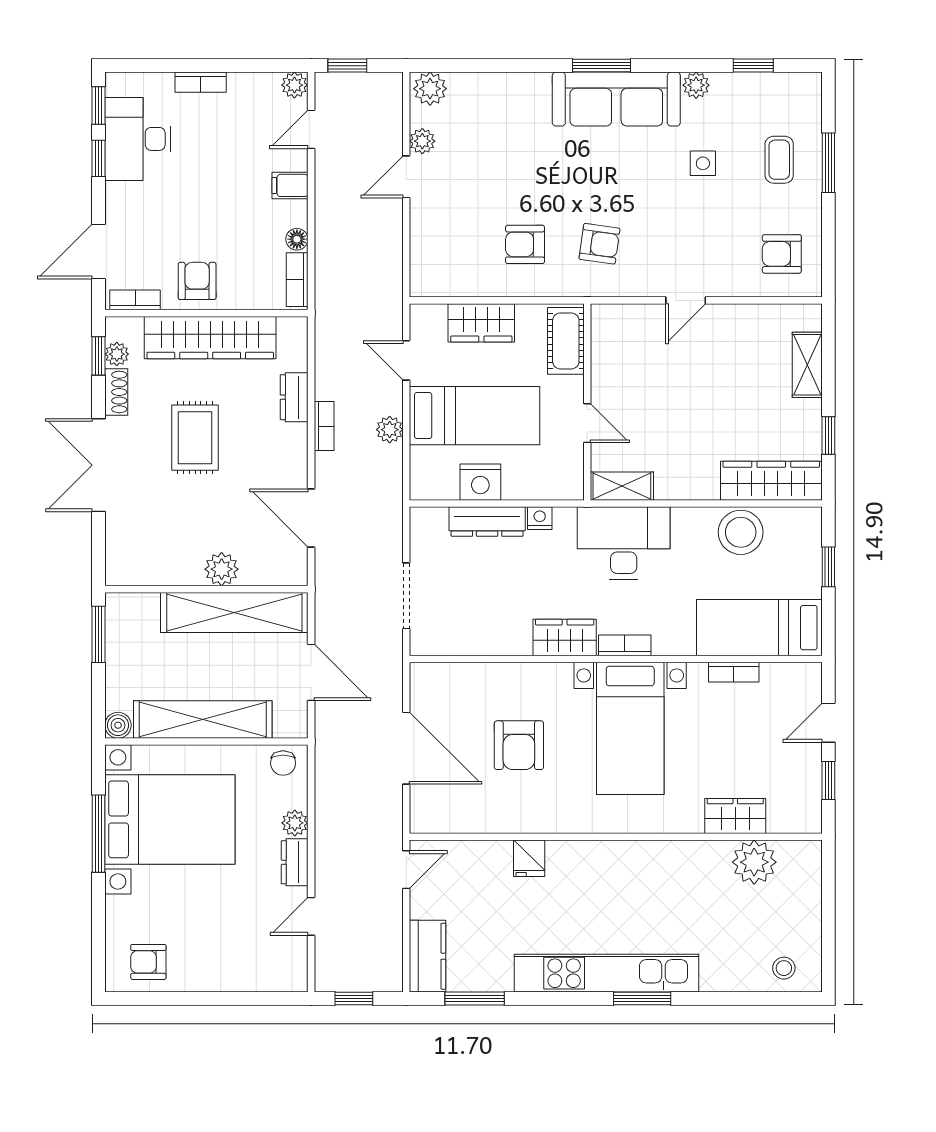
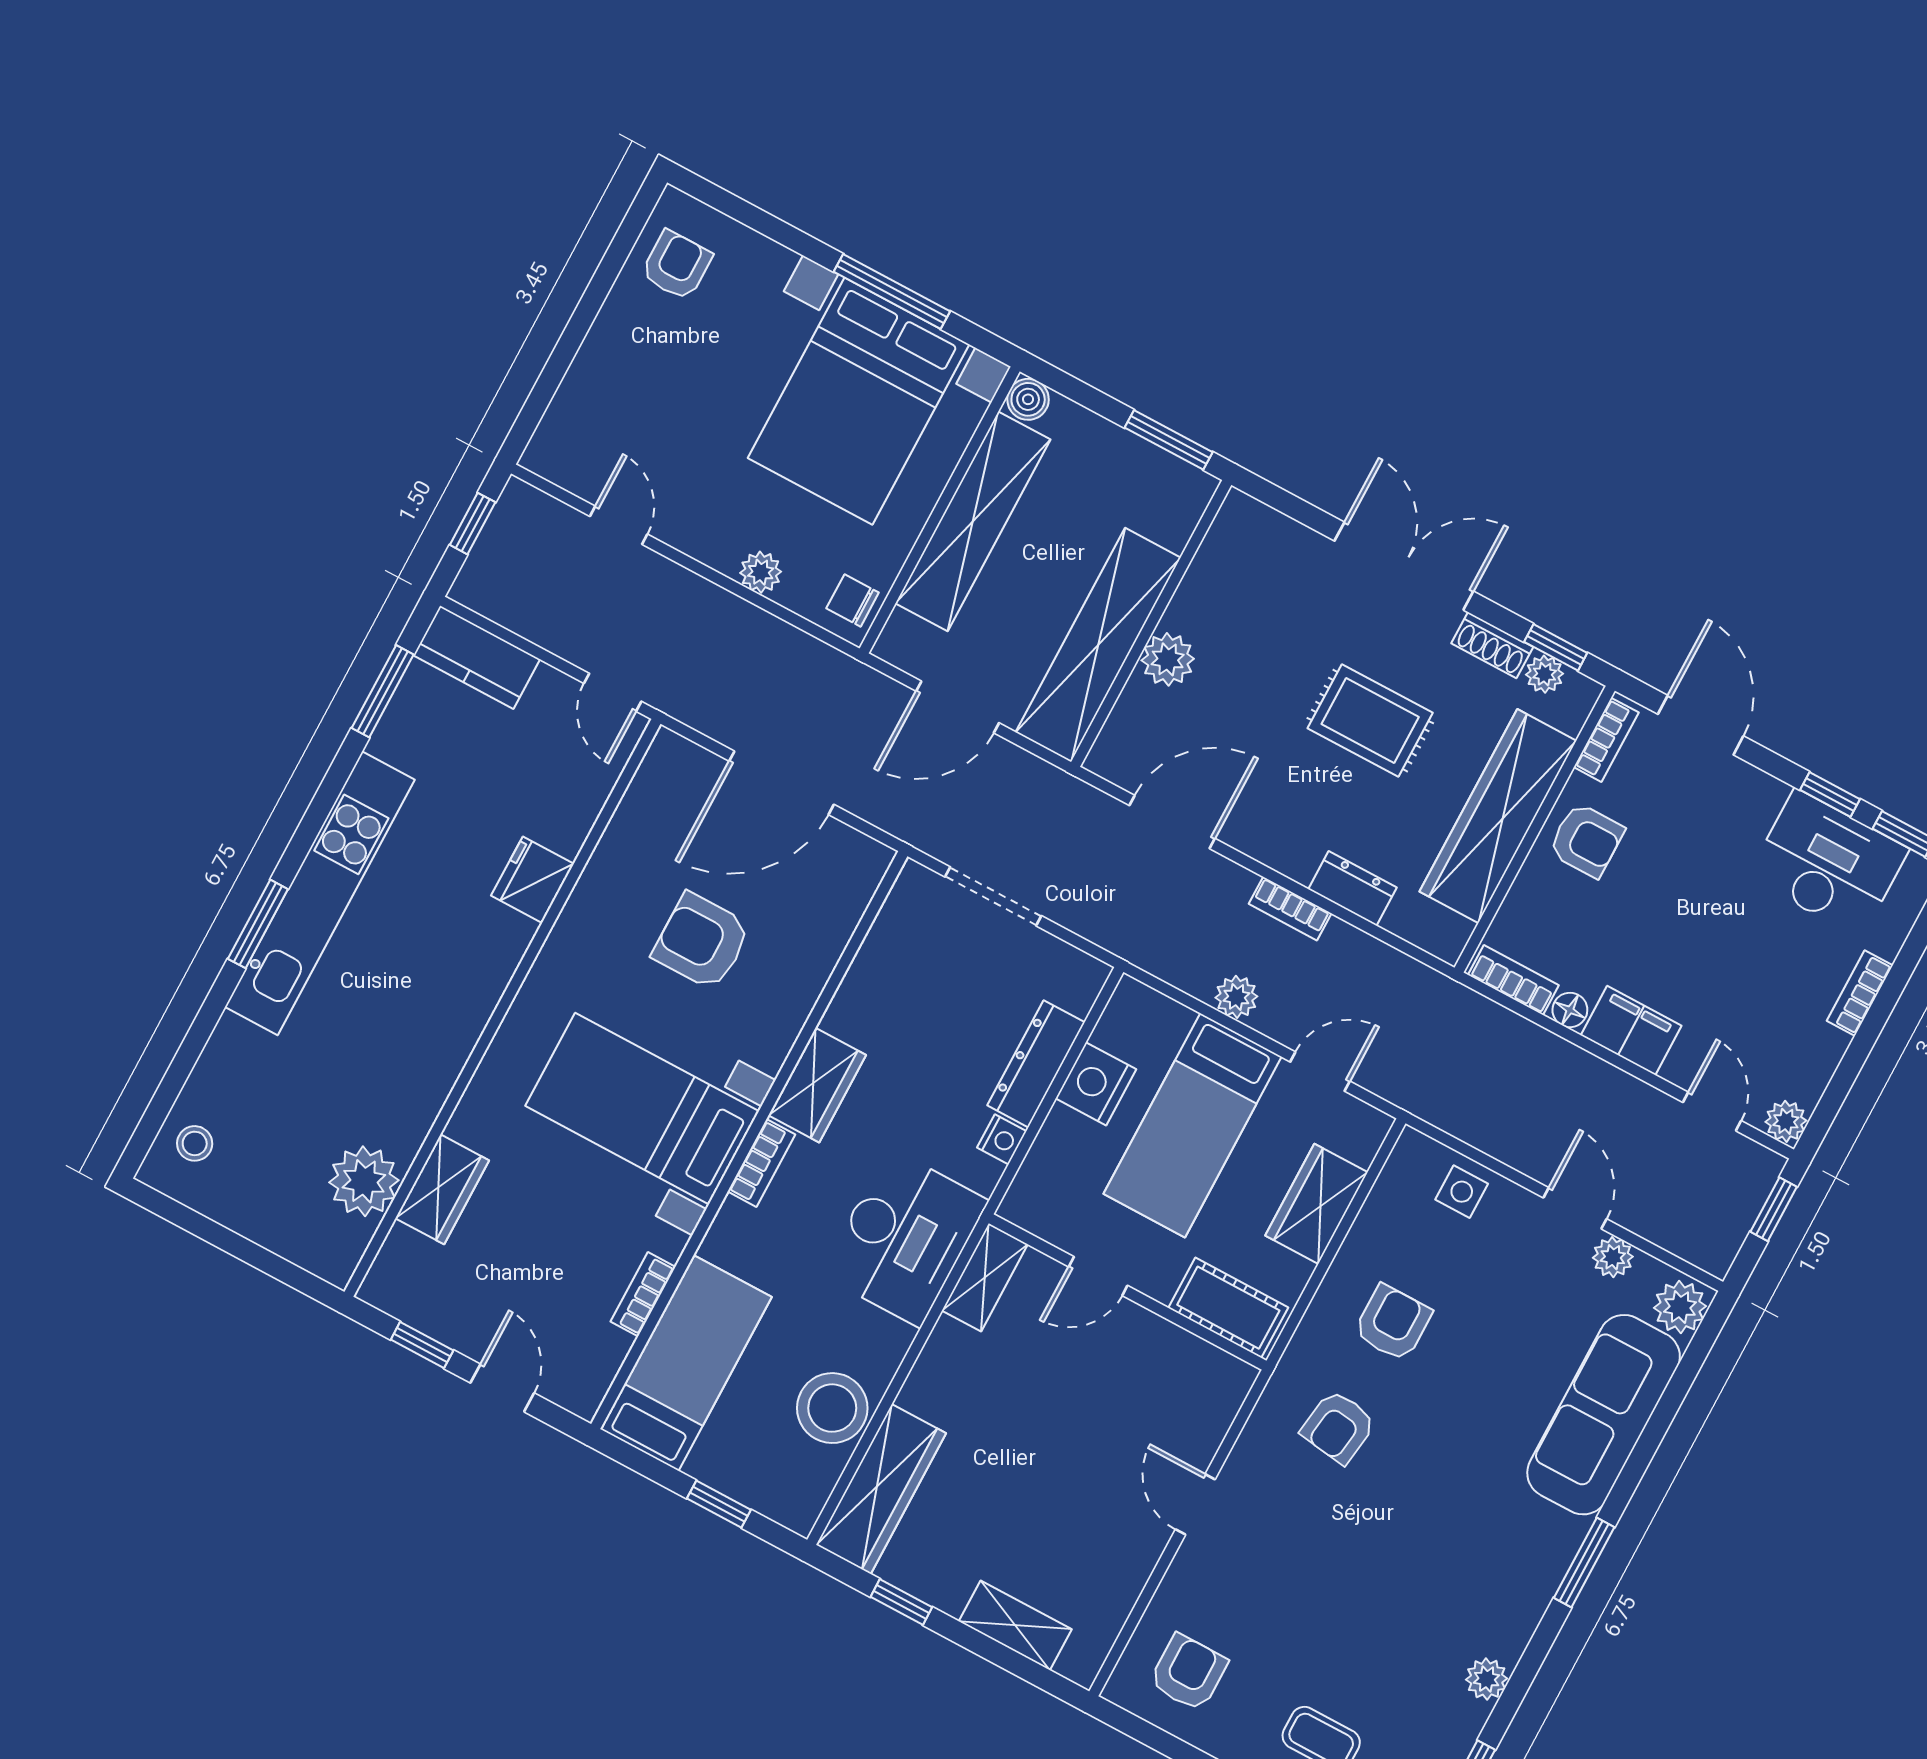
sofa: (616, 99) -> (1604, 1415), moved
side table: (703, 163) -> (1462, 1192), moved
filing cabinet: (290, 185) -> (1631, 1030), width x2.00
fridge: (529, 858) -> (532, 880), width x1.38
dresser: (295, 862) -> (706, 543), removed

